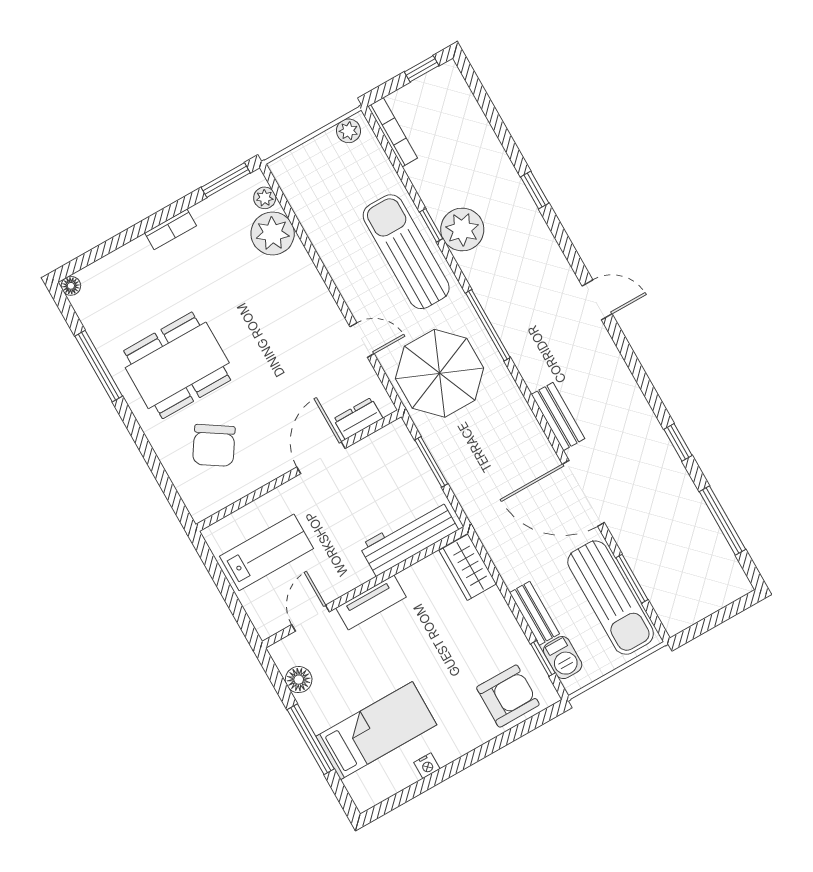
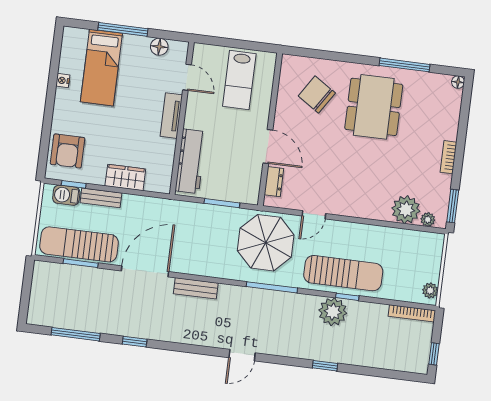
wardrobe: (468, 567) -> (125, 177), moved

